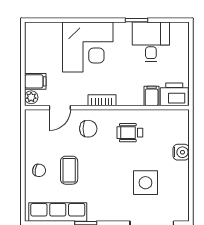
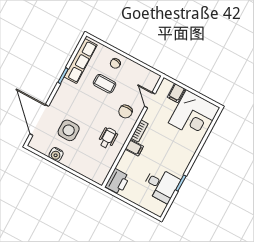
corner desk: (88, 47) -> (194, 115), moved, turned -90
filing cabinet: (152, 96) -> (134, 148), moved
plant: (31, 97) -> (167, 85), removed
water cooler: (181, 152) -> (56, 154), moved

